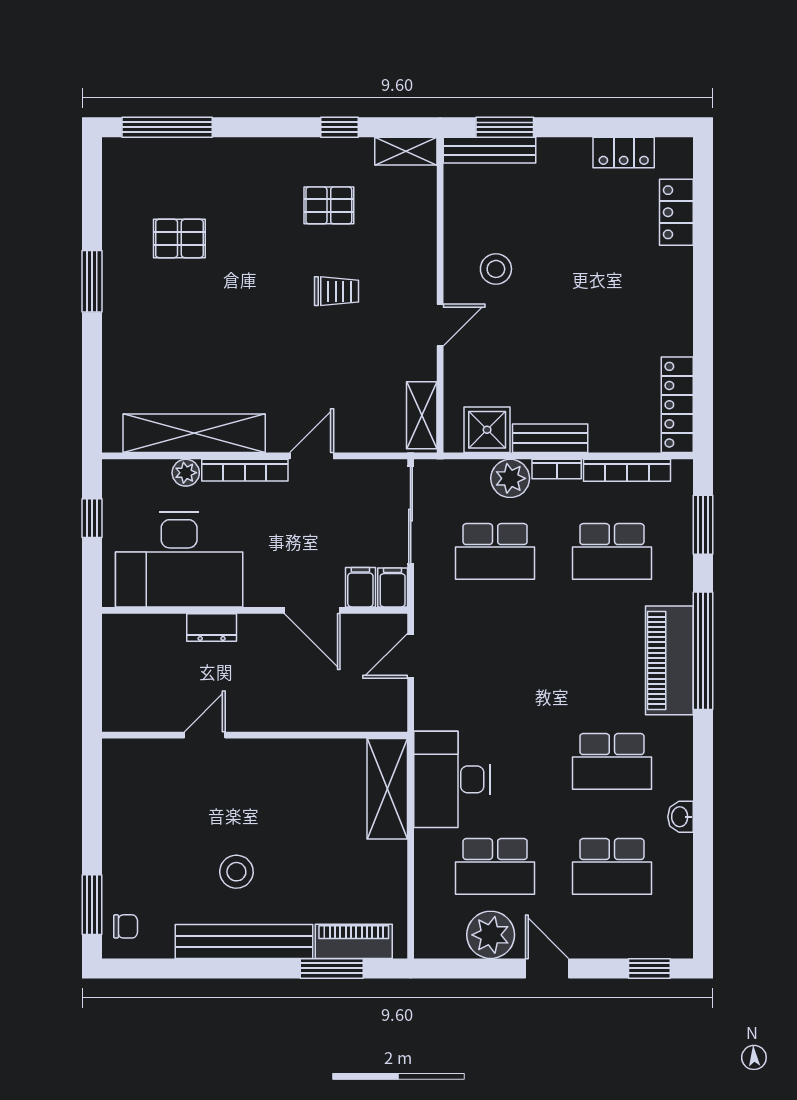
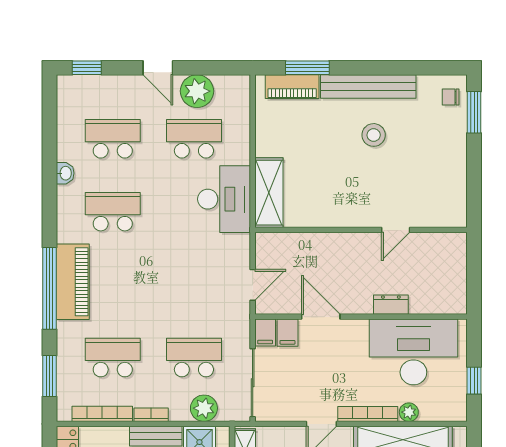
plant: (510, 478) -> (204, 408), moved

